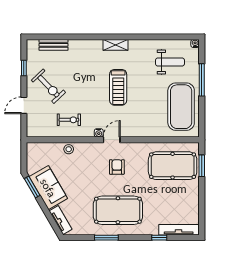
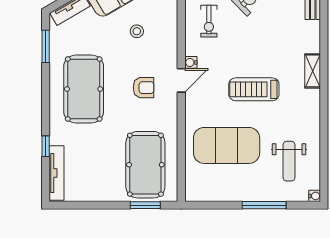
shelving: (116, 45) -> (313, 71), moved
exercise mat: (181, 107) -> (227, 145), moved
door: (112, 140) -> (181, 80), hinge flipped
stool: (69, 149) -> (137, 31), moved
window: (106, 238) -> (46, 46), moved

